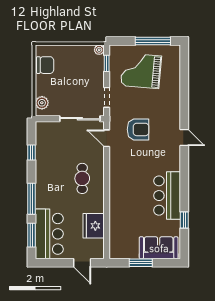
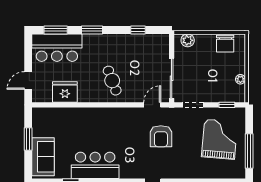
plant: (99, 50) -> (240, 79), moved
cafe table: (82, 178) -> (112, 81), turned 69
window: (31, 199) -> (92, 30), width x0.69

